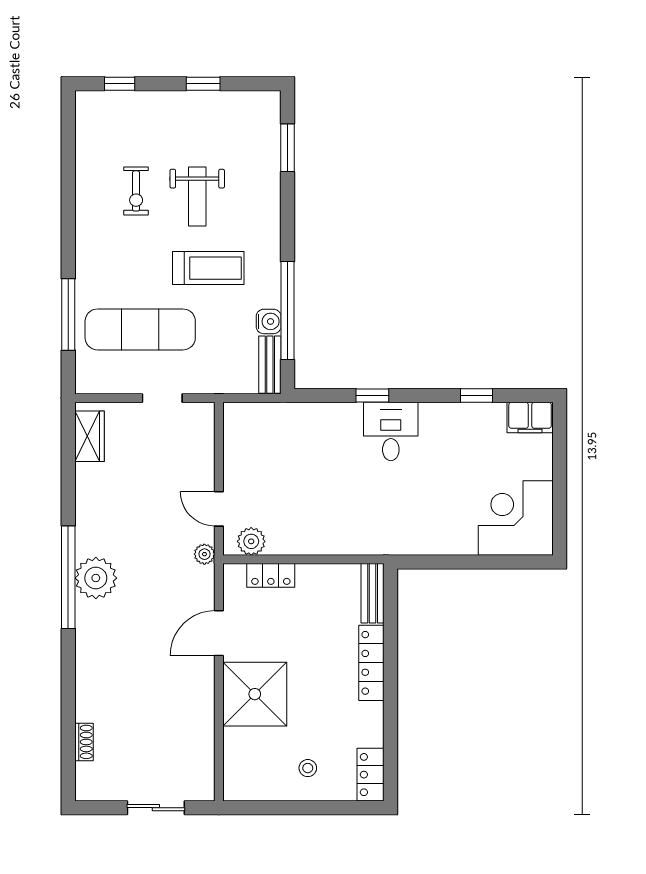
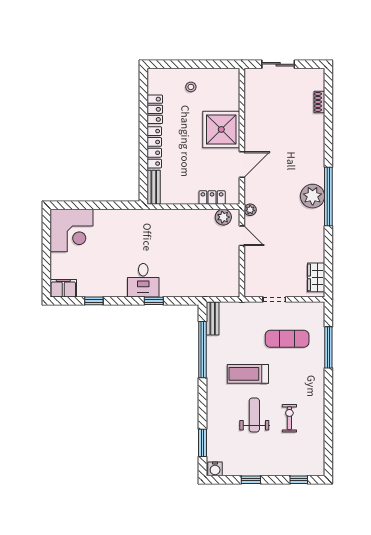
water cooler: (269, 321) -> (215, 469), moved, turned -90
exercise mat: (140, 329) -> (287, 339), width x0.73, depth x0.69
locker: (371, 775) -> (155, 109), moved

